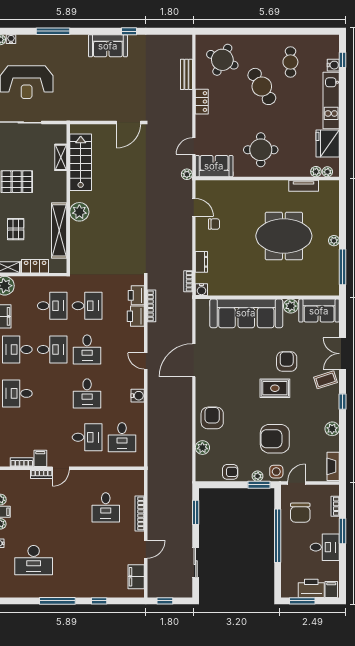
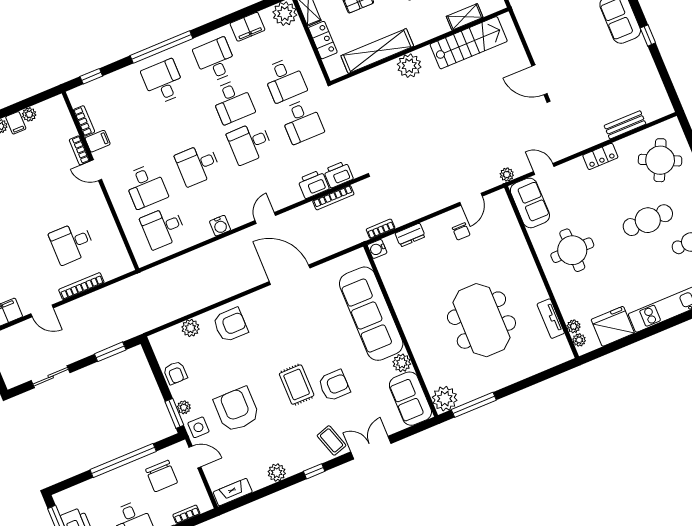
cafe table: (262, 86) -> (648, 220), turned 31
plant: (334, 241) -> (445, 399), moved, width x1.88, depth x1.88
chair: (300, 513) -> (162, 476), turned -90

